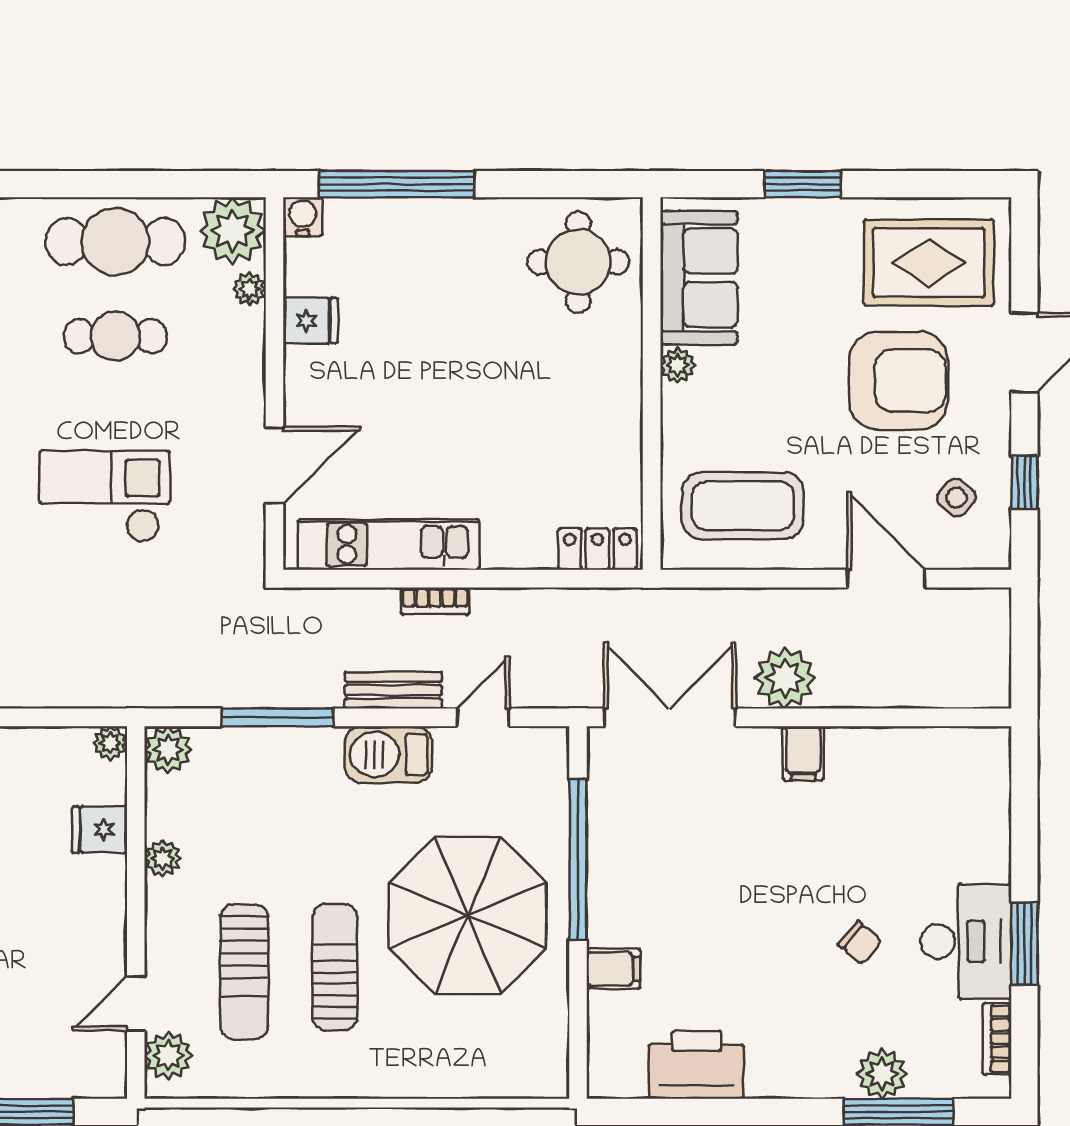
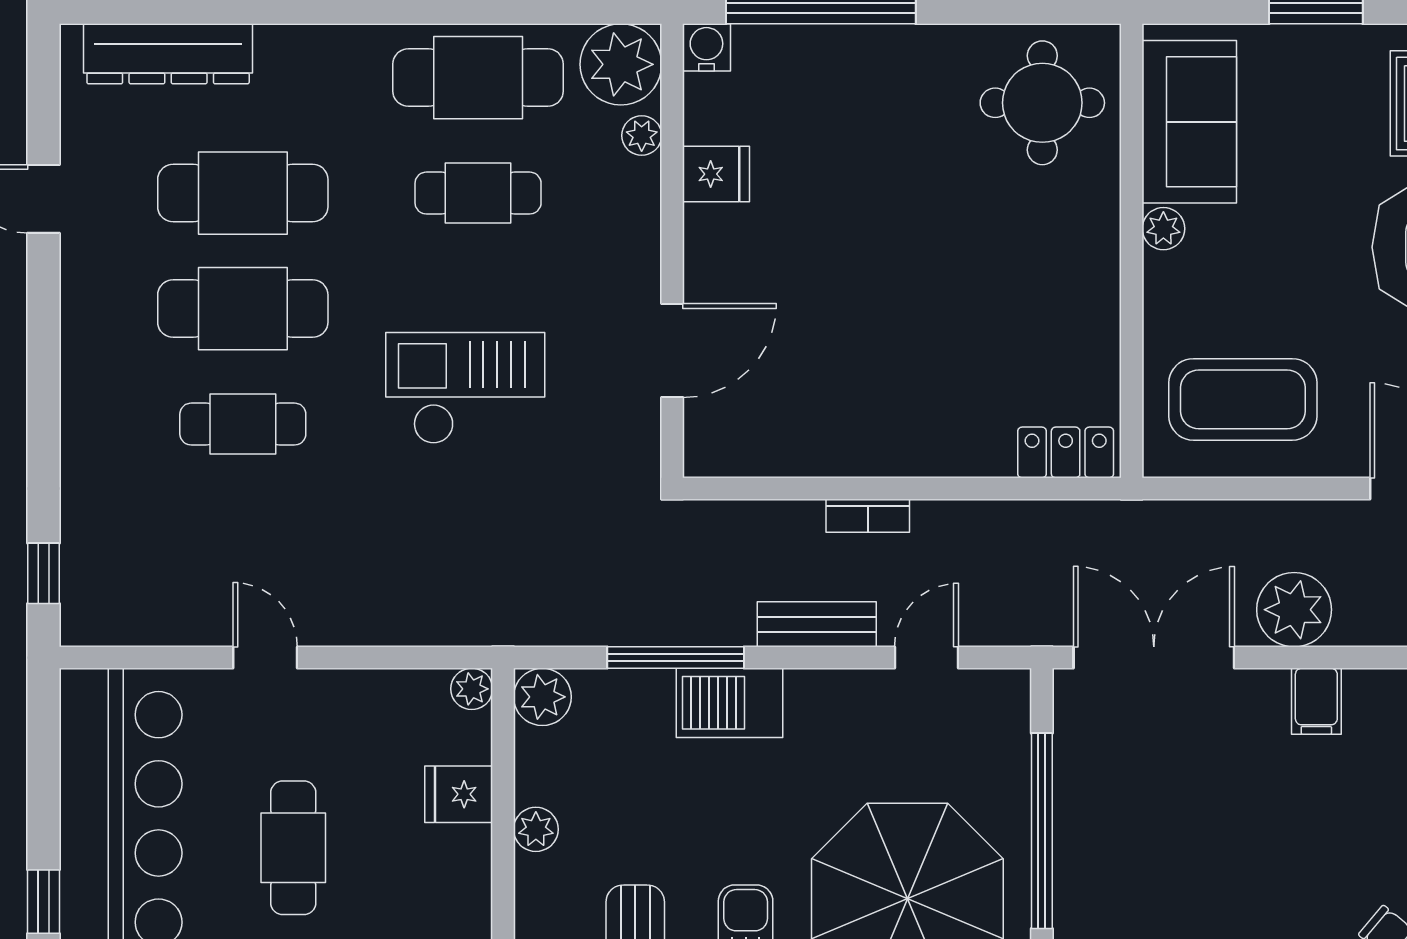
kitchen unit: (389, 544) -> (811, 447), removed
barbecue: (388, 755) -> (729, 703), moved

